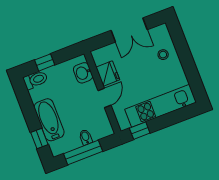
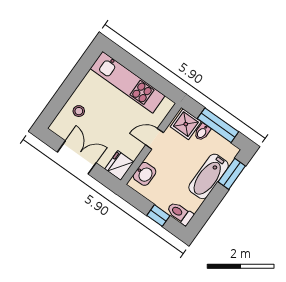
fridge: (108, 73) -> (119, 166), moved
shower: (100, 129) -> (186, 124), added
window: (140, 131) -> (163, 86), removed
window: (39, 139) -> (232, 174), width x1.50

